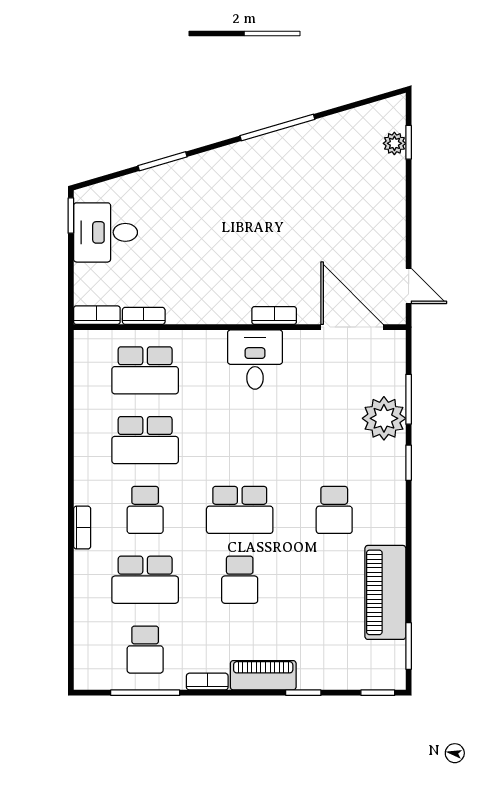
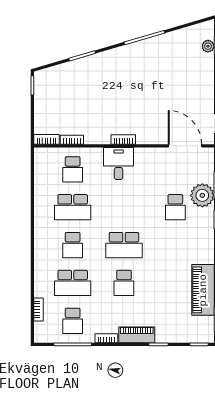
desk: (105, 232) -> (51, 94), removed
bookcase: (274, 315) -> (123, 140), moved
desk: (255, 360) -> (119, 163), moved
school desk: (145, 370) -> (73, 169), width x0.54
school desk: (334, 510) -> (175, 207), moved
bookcase: (82, 528) -> (38, 309), moved

